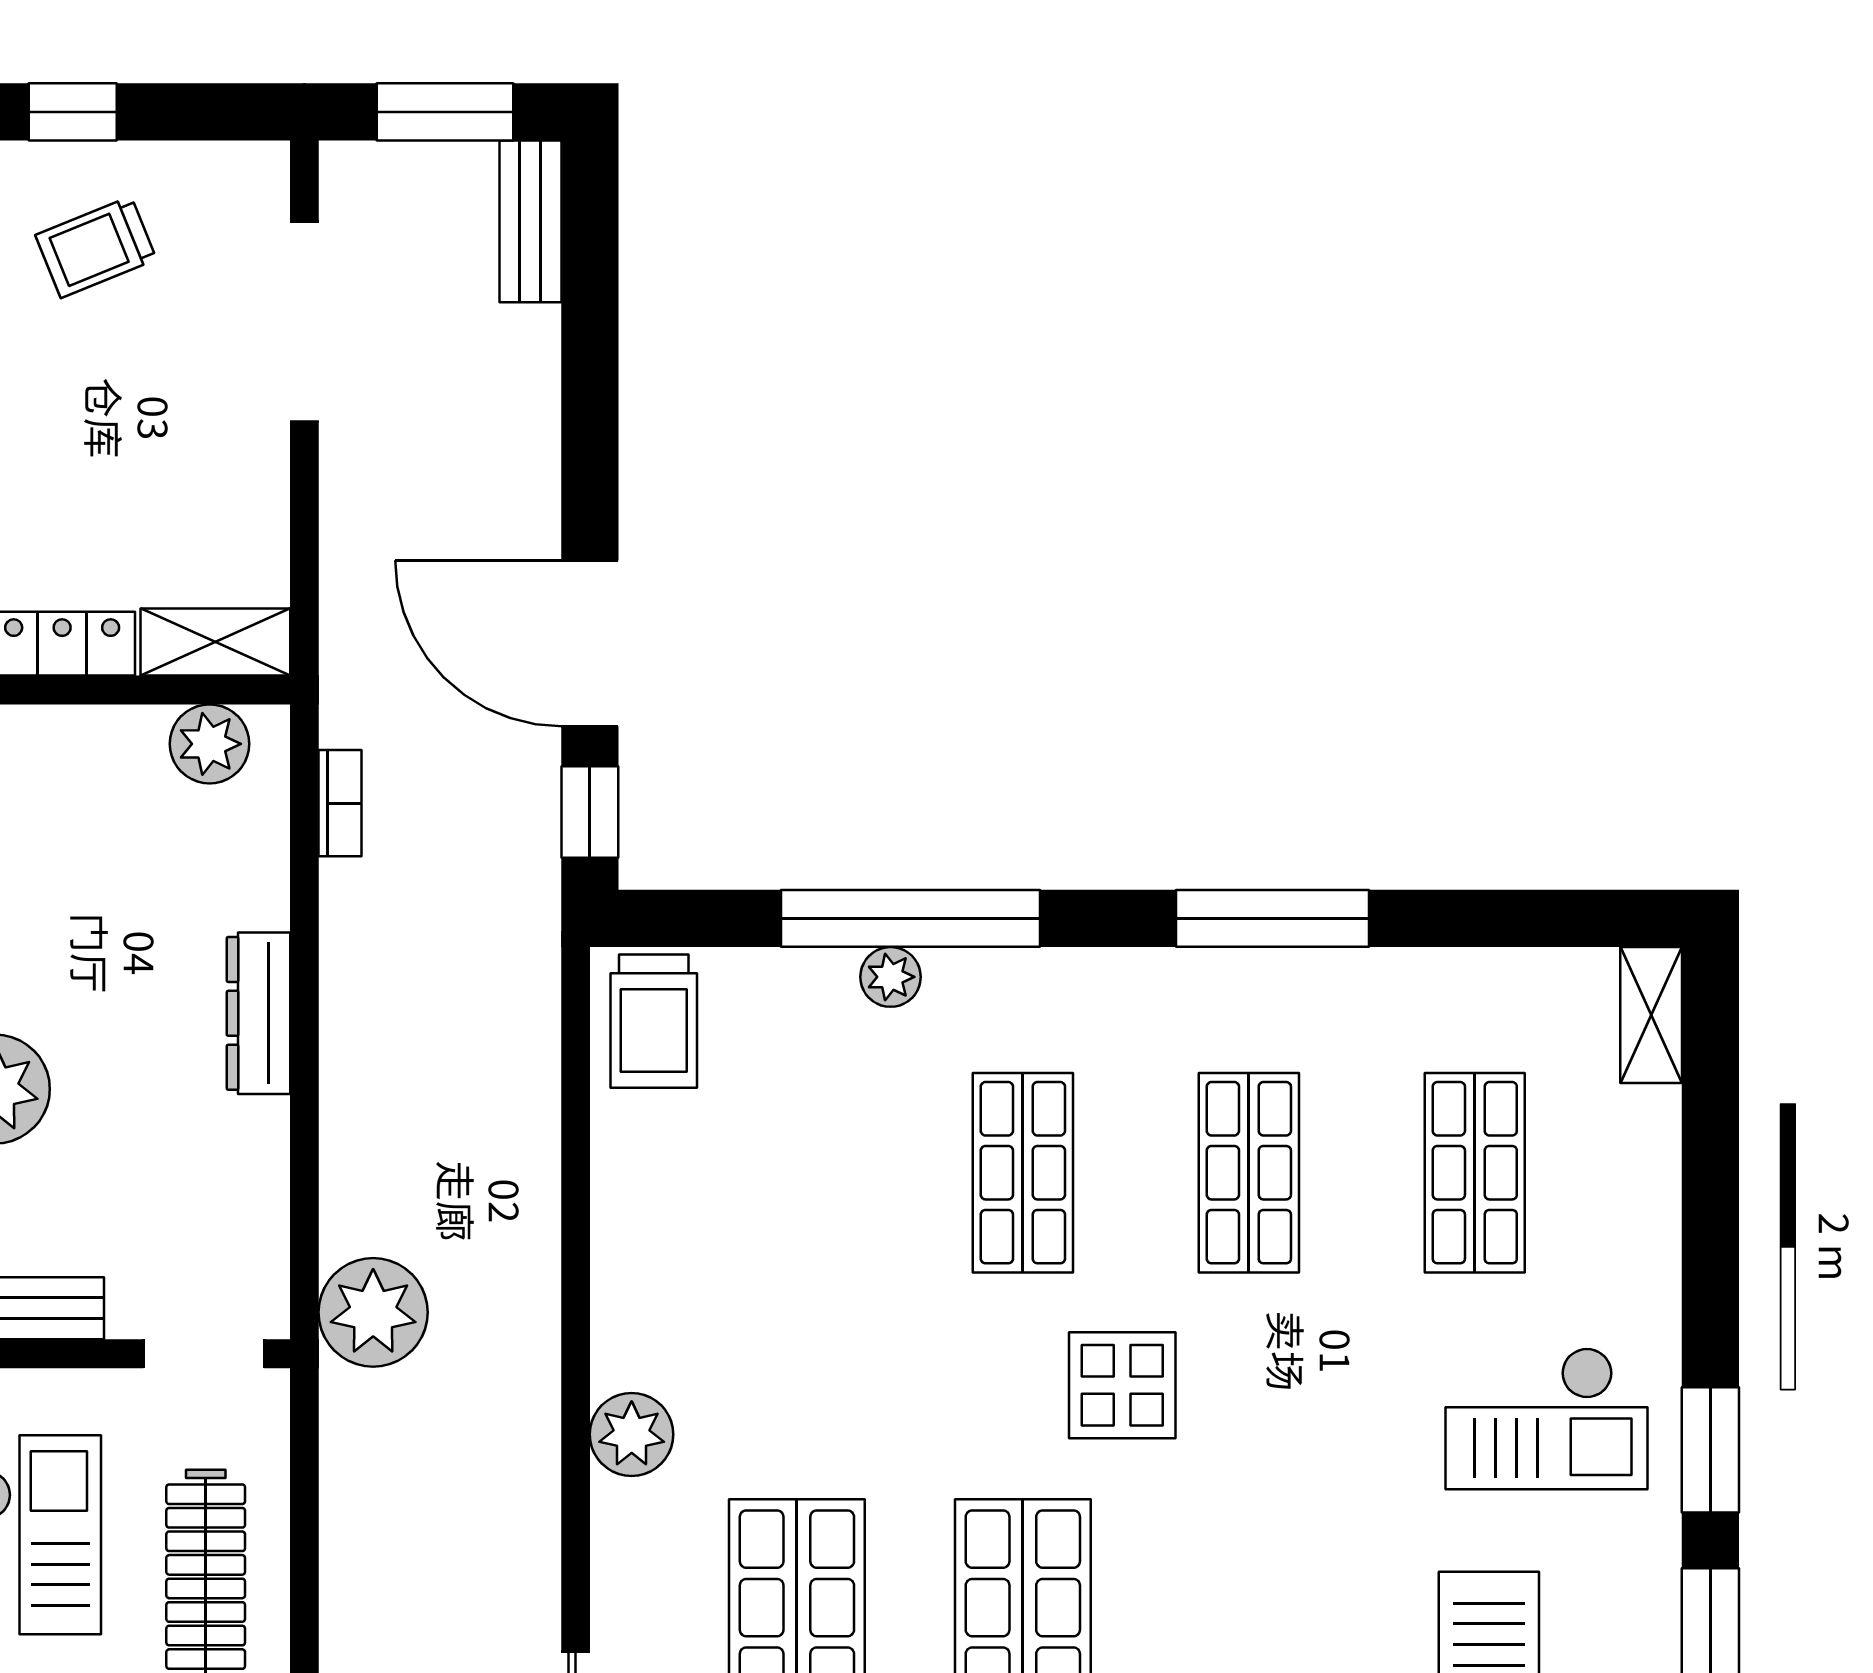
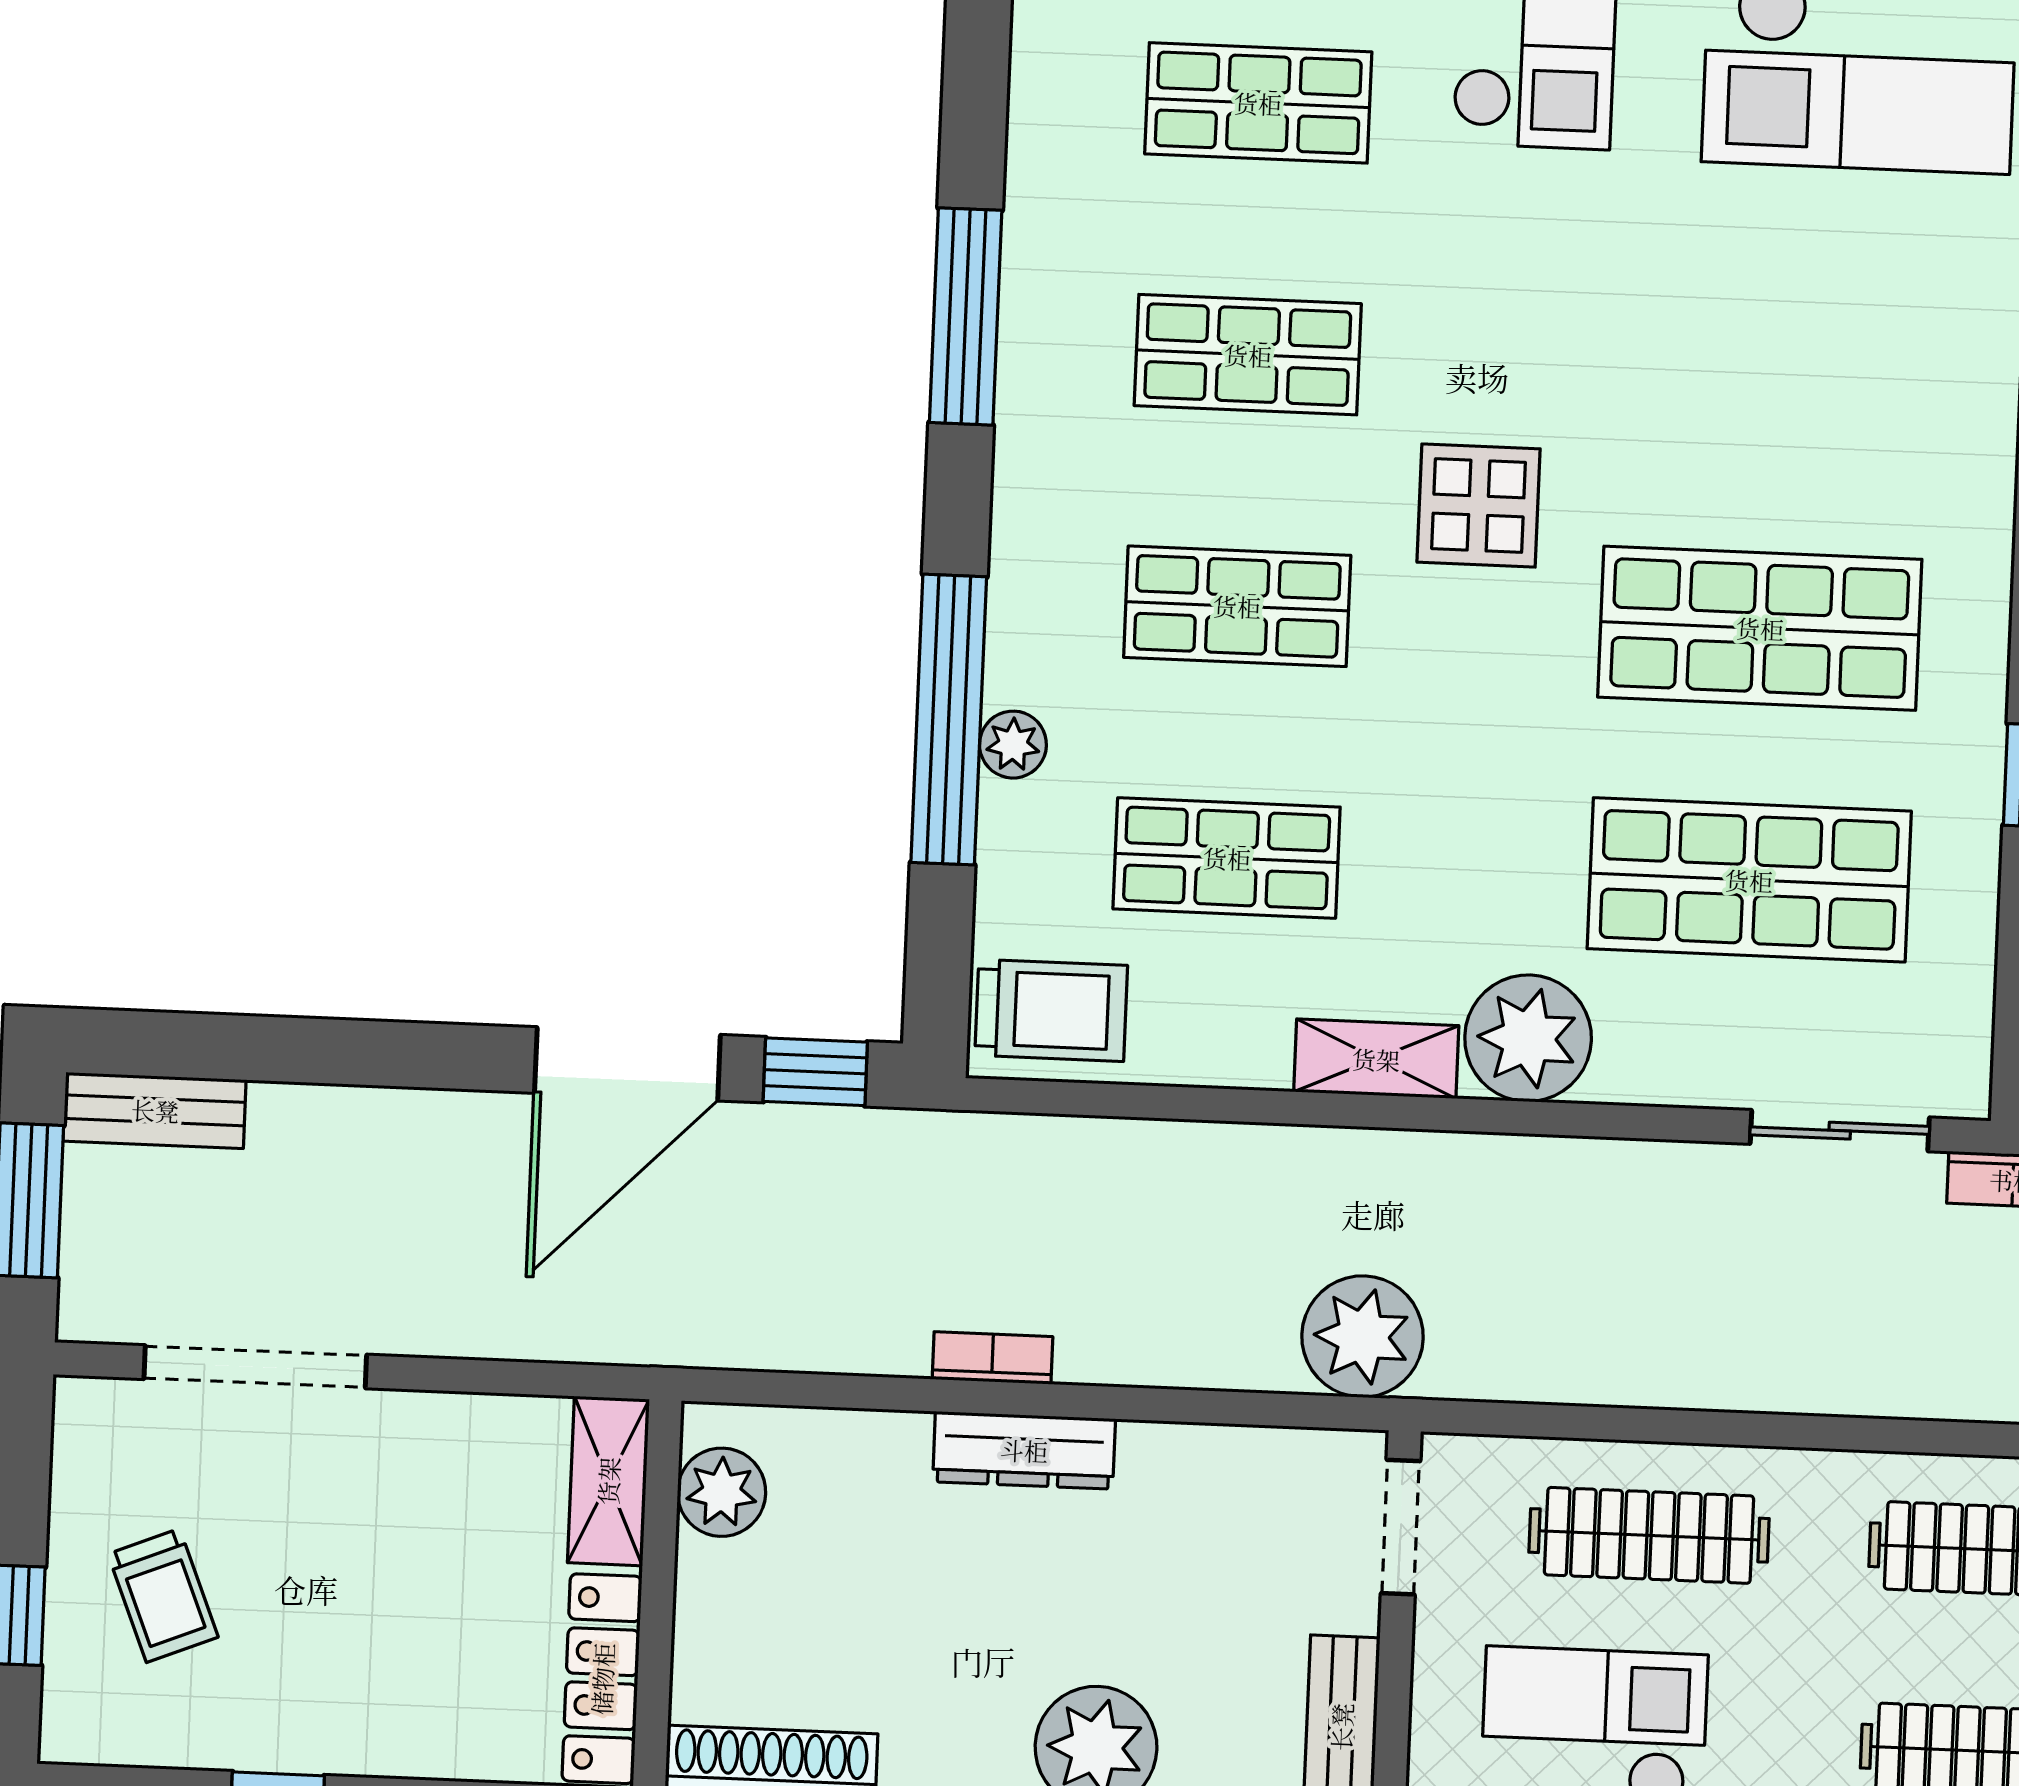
bookcase: (340, 803) -> (992, 1358), moved
shop shelf: (797, 1173) -> (1227, 858), added
shelving: (623, 1314) -> (1376, 1059), added
plant: (632, 1434) -> (1528, 1038), width x1.36, depth x1.36

